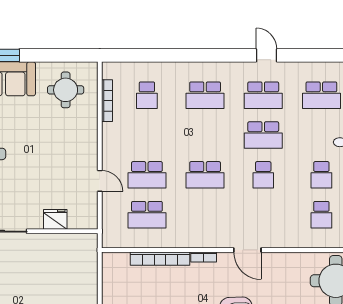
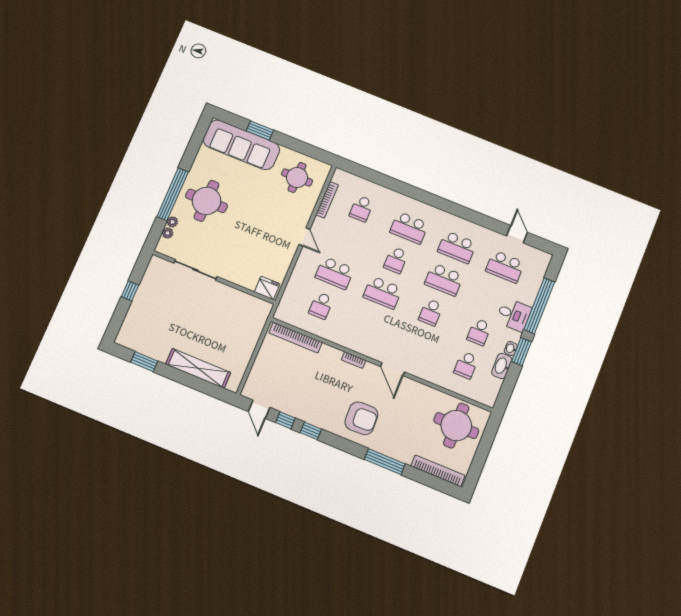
door: (267, 55) -> (517, 234), moved
school desk: (205, 135) -> (396, 260), added
door: (100, 181) -> (304, 237), moved
school desk: (147, 215) -> (321, 306), width x0.54
fridge: (55, 219) -> (267, 288), moved
bookcase: (160, 259) -> (296, 338), moved

